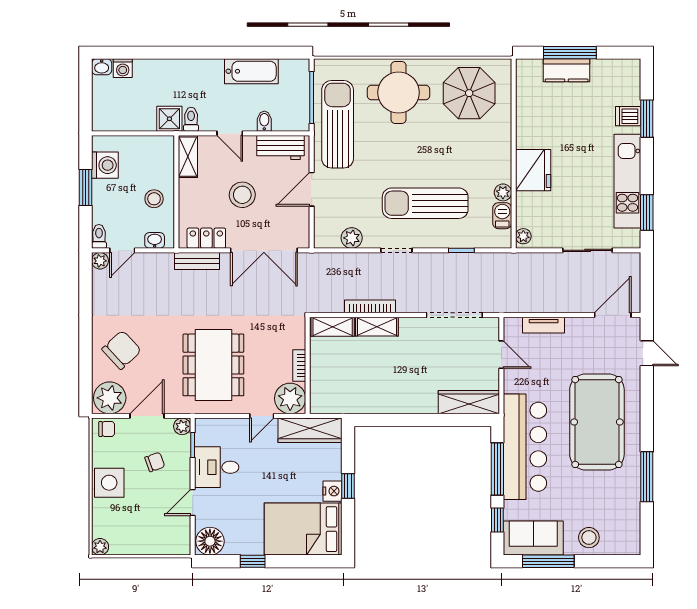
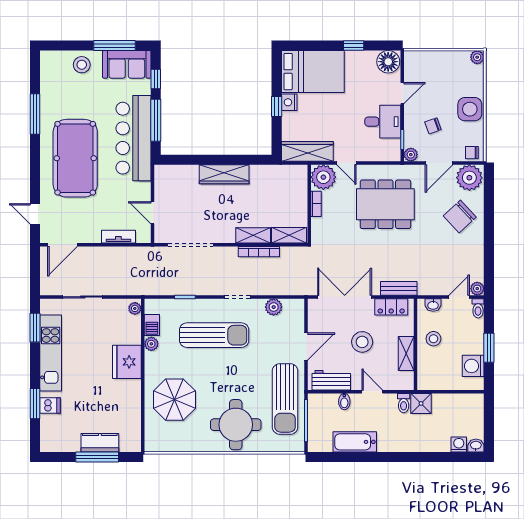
parasol: (469, 93) -> (174, 400), moved
shelving: (188, 157) -> (406, 353), moved
dining table: (213, 365) -> (385, 204), turned 90
wardrobe: (469, 402) -> (224, 174), moved
door: (262, 416) -> (346, 163), swing flipped

